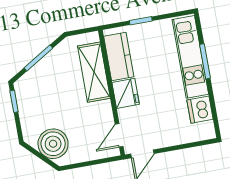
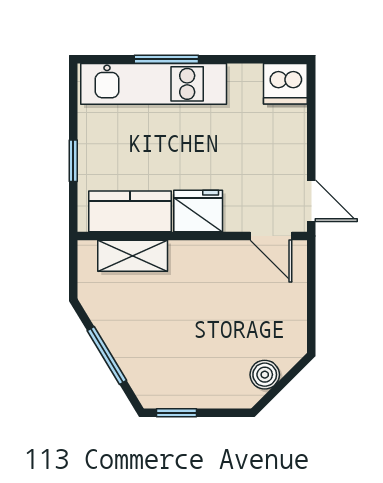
shelving: (94, 72) -> (133, 256), width x0.67, depth x0.75
dishwasher: (200, 110) -> (285, 84), moved
boiler: (53, 144) -> (265, 375), width x0.54, depth x0.54

